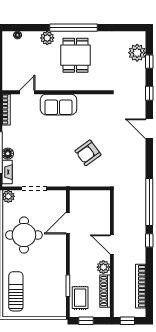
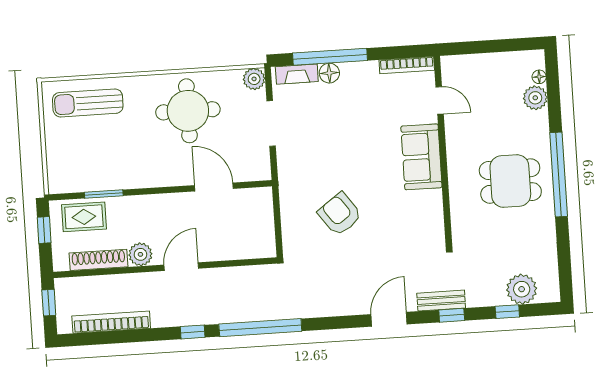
plant: (47, 38) -> (535, 98), moved
bench: (141, 99) -> (441, 301), added
sun lounger: (16, 291) -> (88, 103), turned 180

